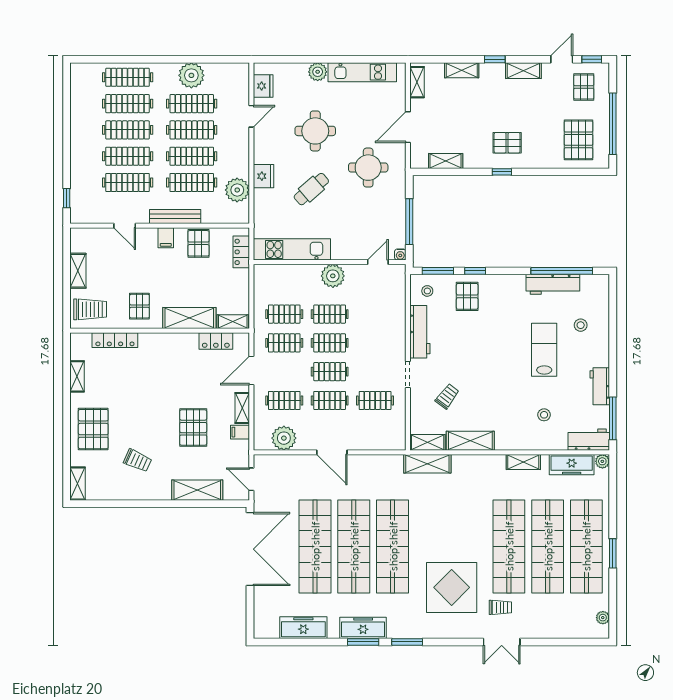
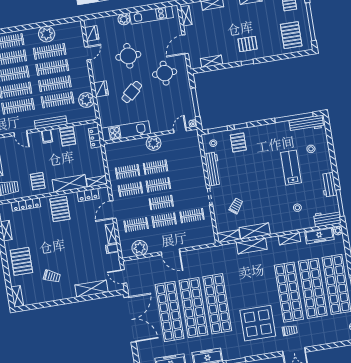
workbench: (553, 284) -> (306, 124), moved
pallet: (193, 428) -> (60, 209), moved
shelving: (427, 464) -> (252, 246), moved

